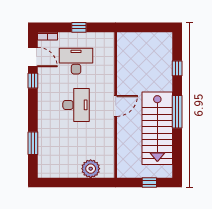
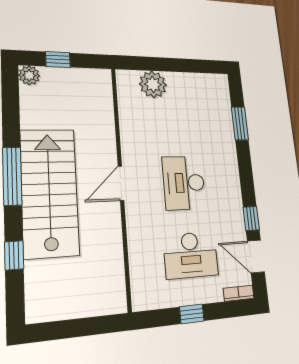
stairs: (157, 128) -> (49, 192), moved
plant: (166, 172) -> (29, 75), added

